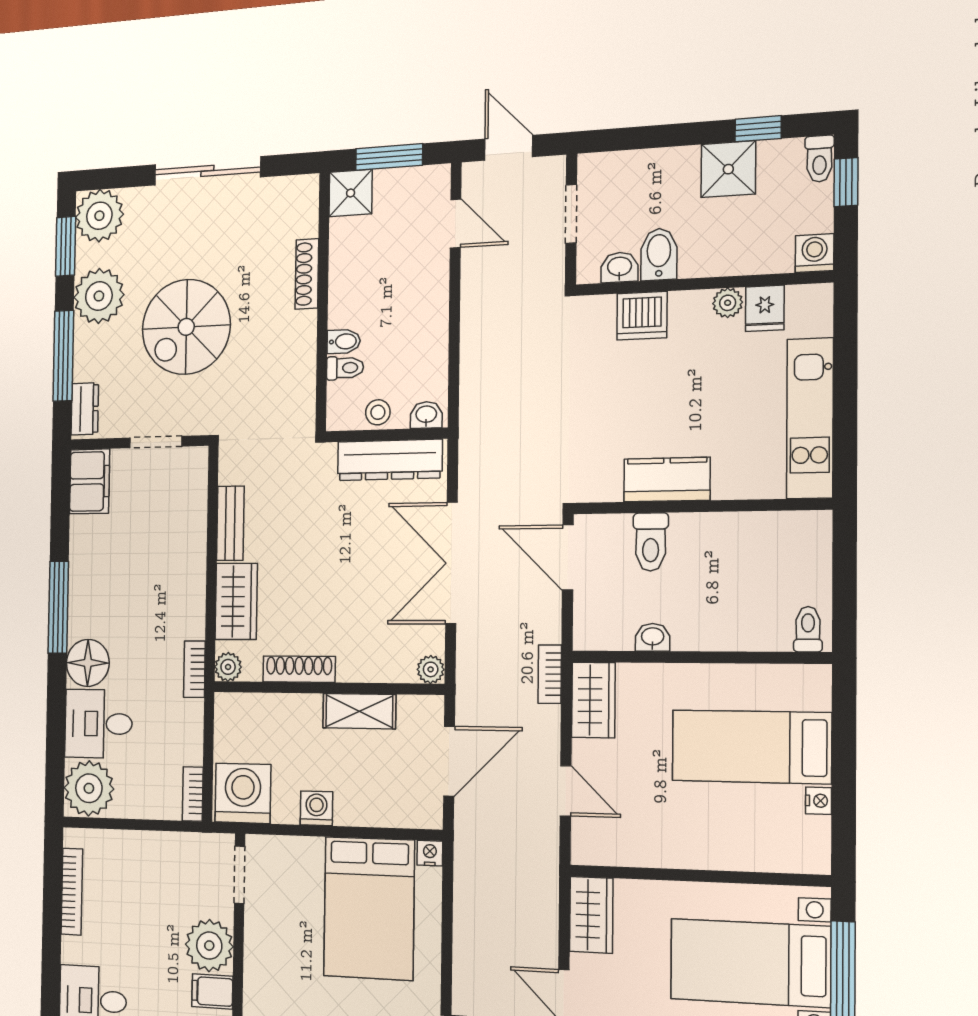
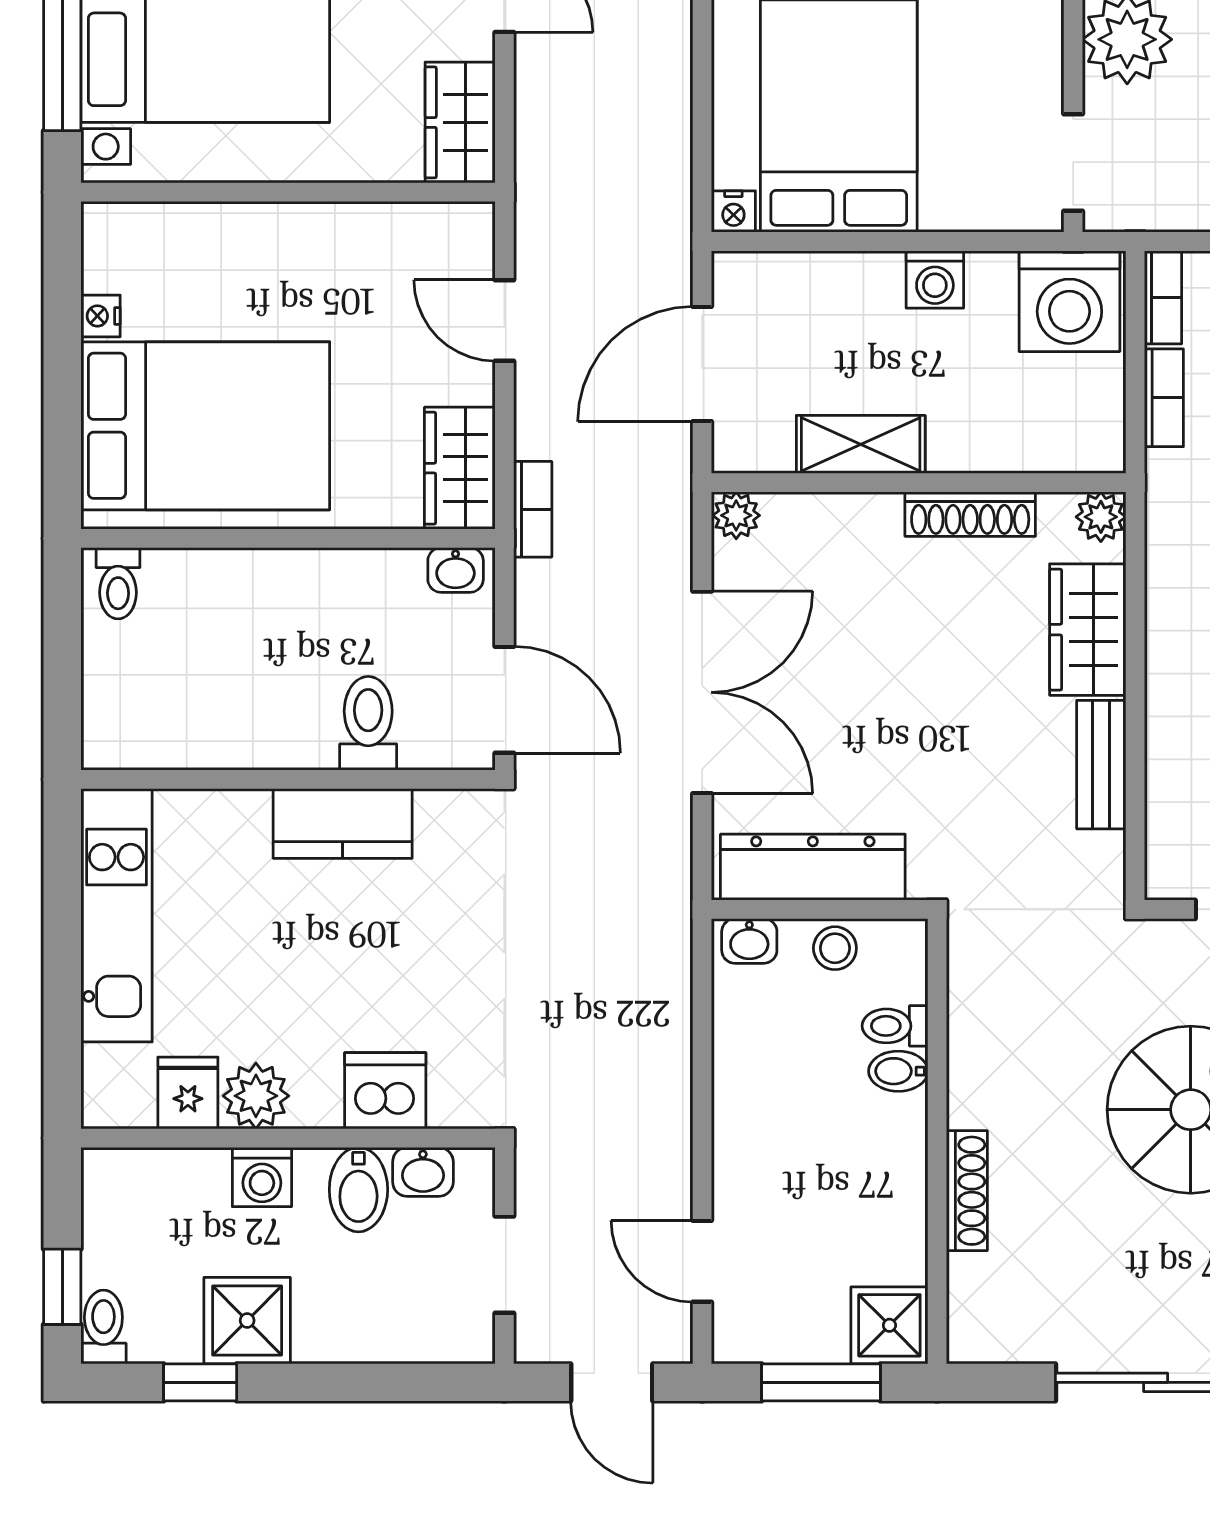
washing machine: (815, 253) -> (262, 1177), moved
plant: (728, 303) -> (256, 1096), width x1.38, depth x1.38
washbasin: (653, 637) -> (456, 570), moved
bookcase: (194, 669) -> (1164, 398), moved
bed: (751, 747) -> (205, 426), width x1.50

